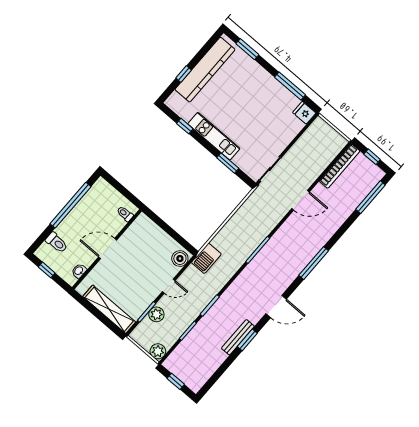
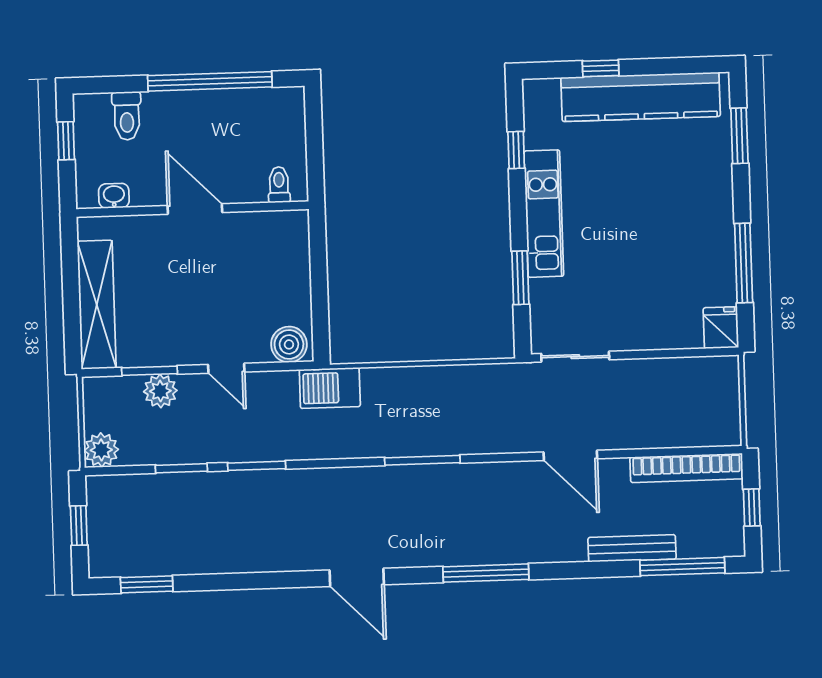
bench: (238, 337) -> (632, 548), moved
window: (247, 340) -> (147, 584), moved

